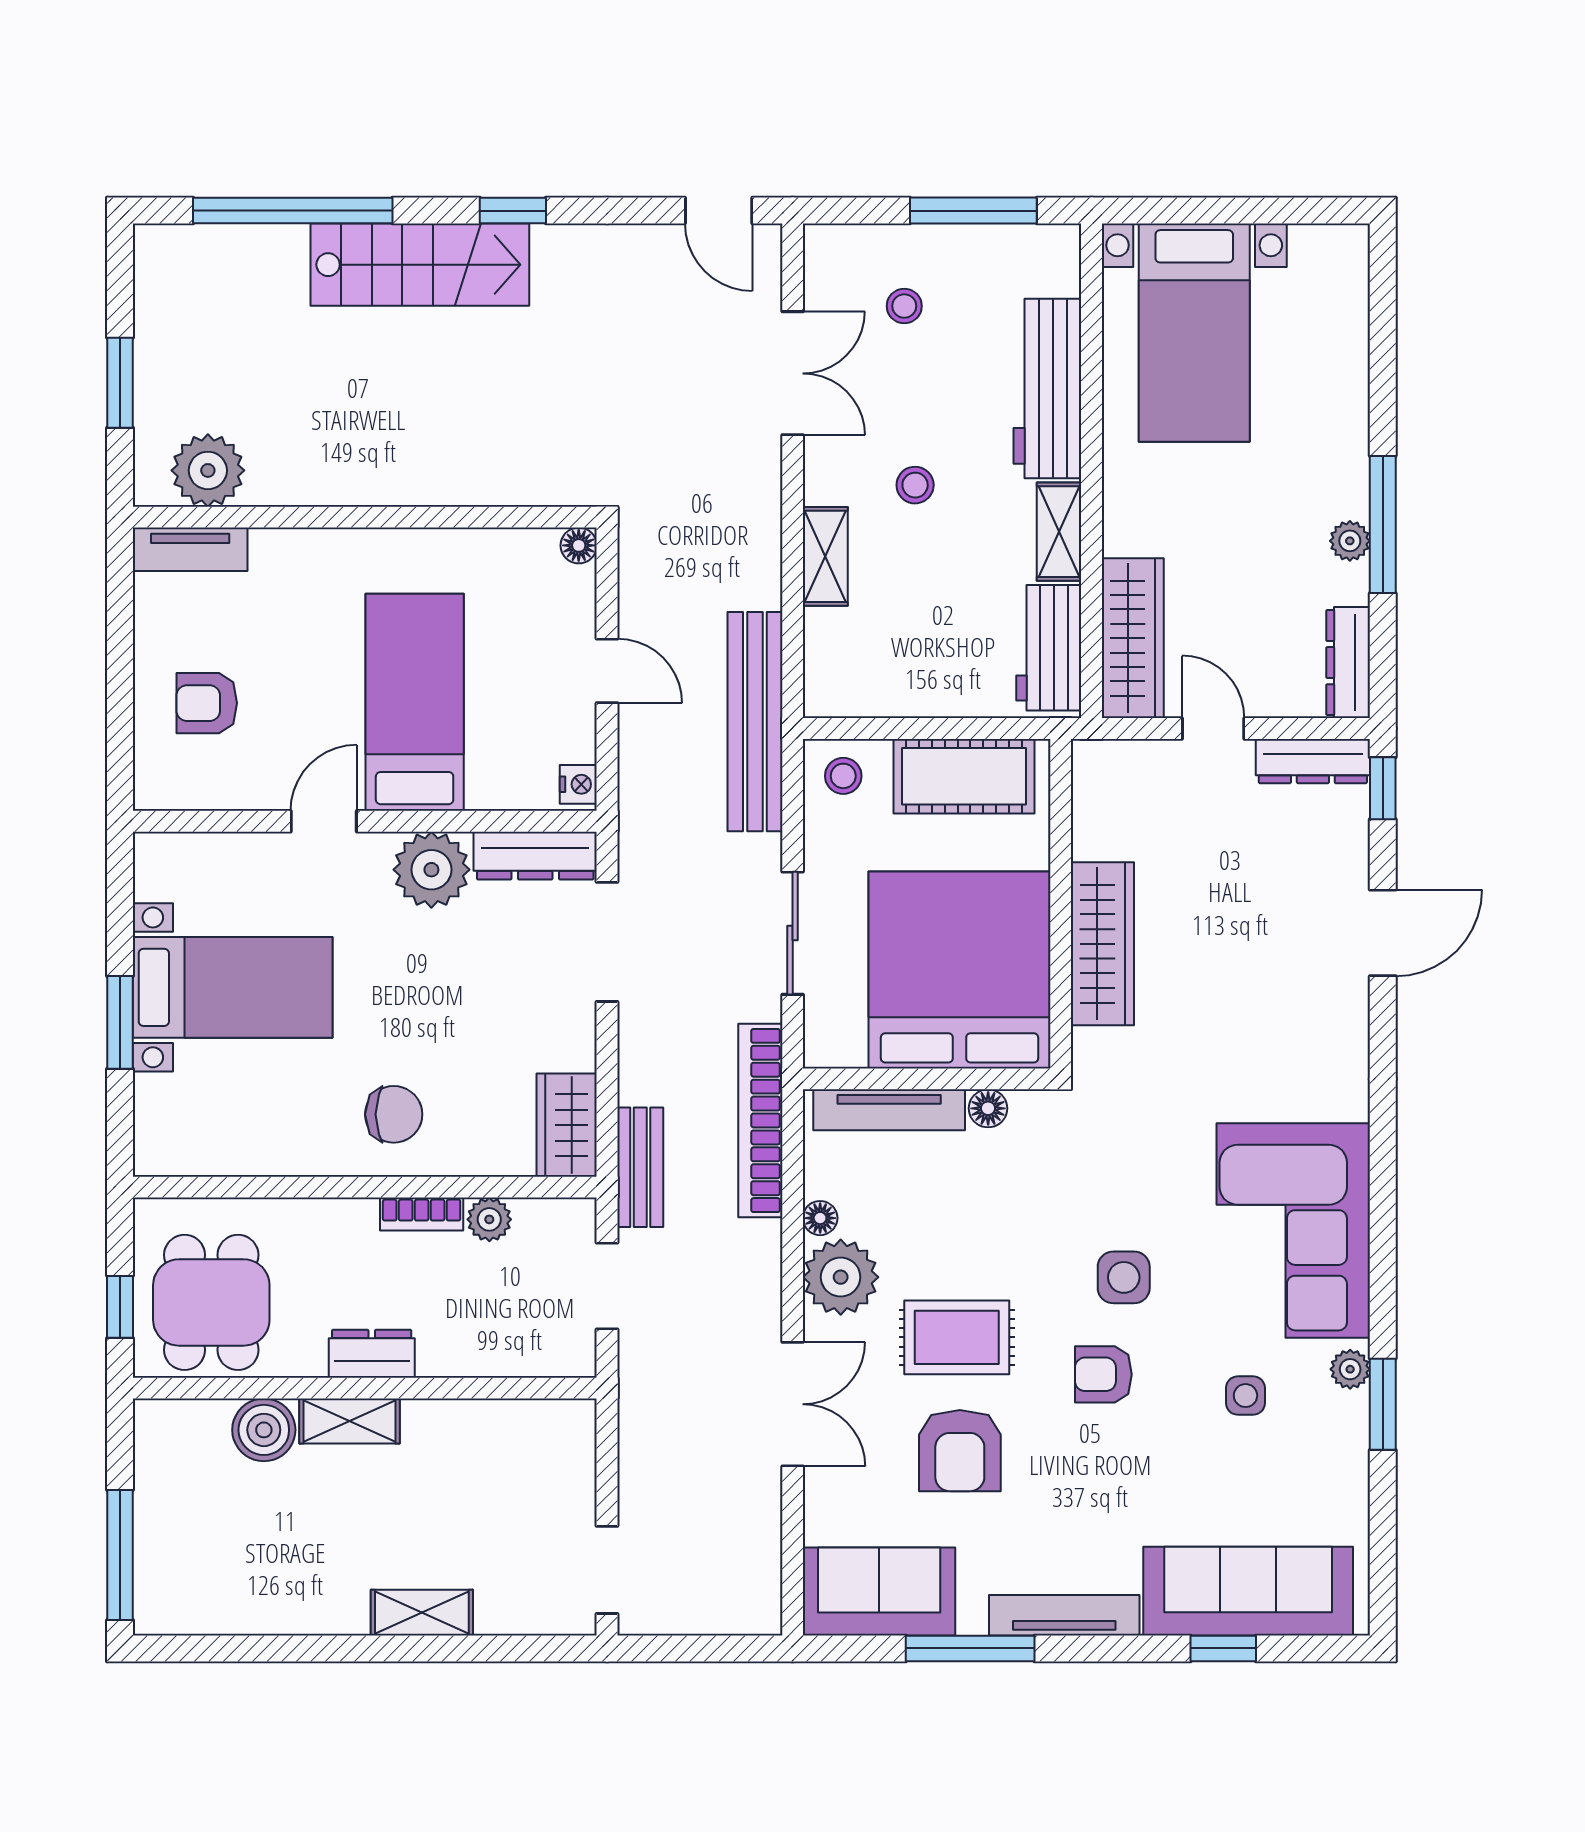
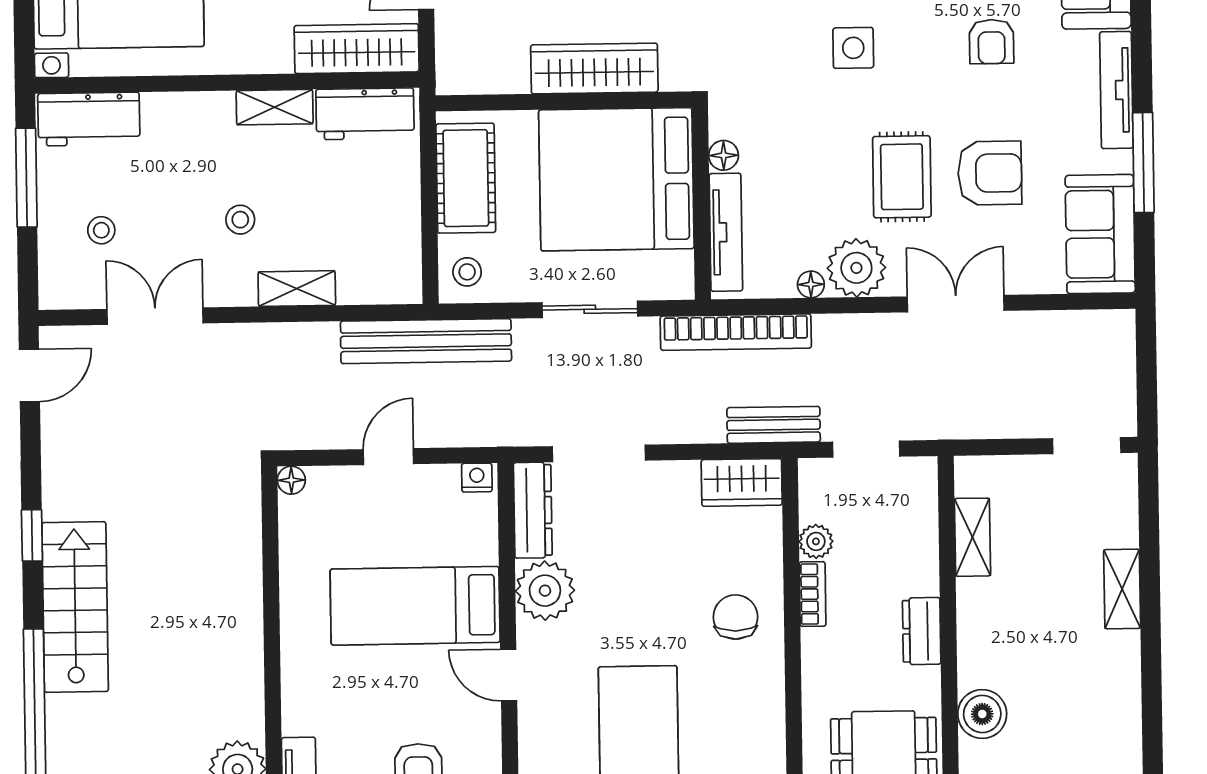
workbench: (1047, 388) -> (89, 119), moved, width x0.73
armchair: (1103, 1374) -> (992, 42), moved
shelving: (350, 1421) -> (972, 537), moved

